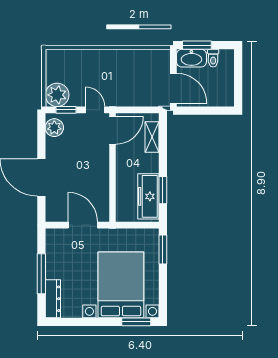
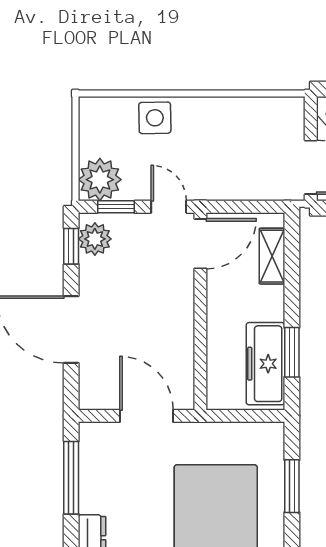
side table: (87, 61) -> (155, 118), added
window: (41, 132) -> (71, 246), added
window: (163, 250) -> (292, 486), moved
window: (41, 274) -> (71, 478), moved

